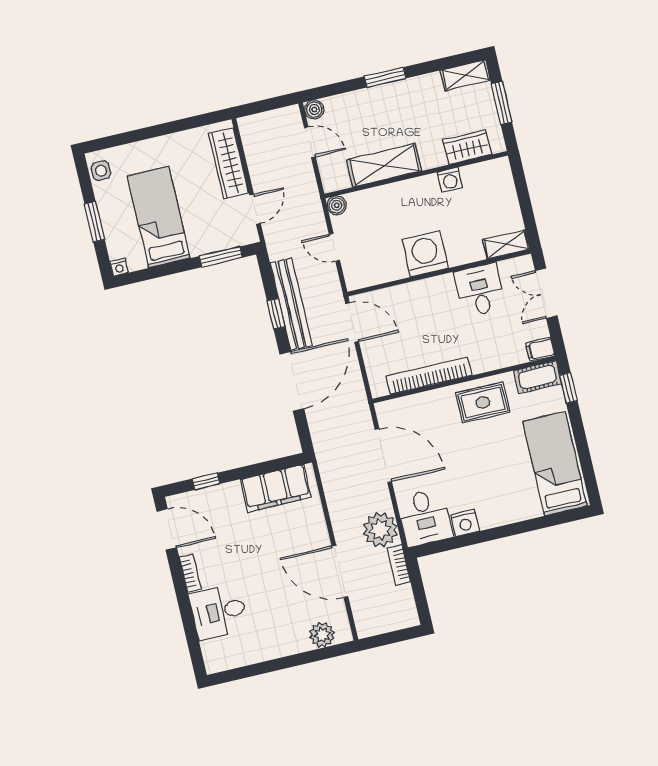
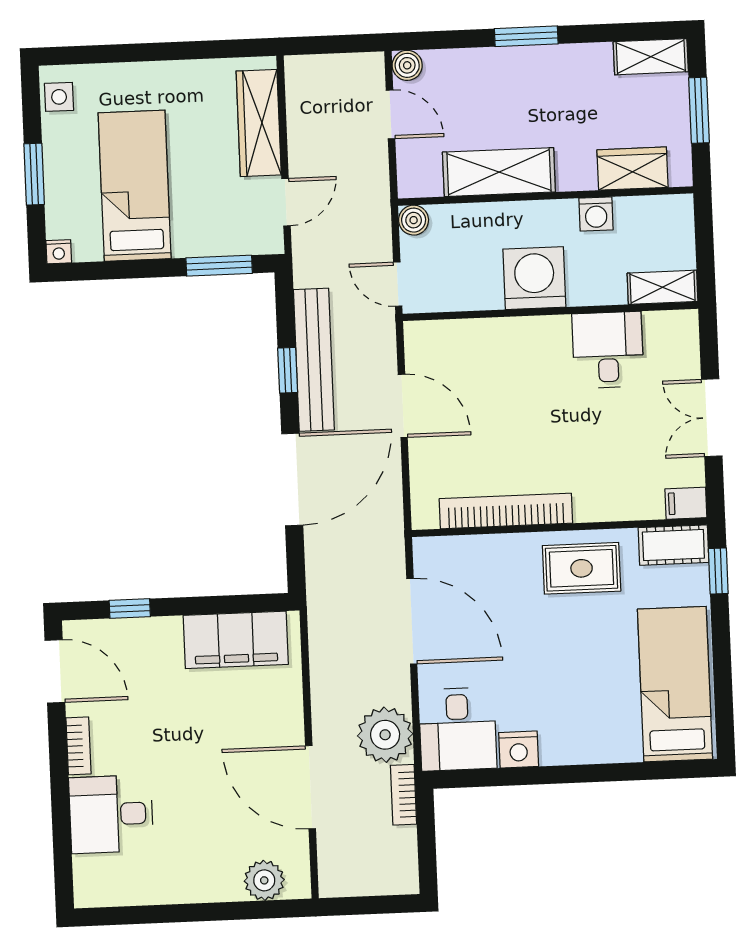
shelving: (506, 244) -> (663, 287), moved
washing machine: (425, 254) -> (534, 278), moved
wall: (439, 273) -> (550, 311), moved
desk: (480, 290) -> (608, 350), moved

